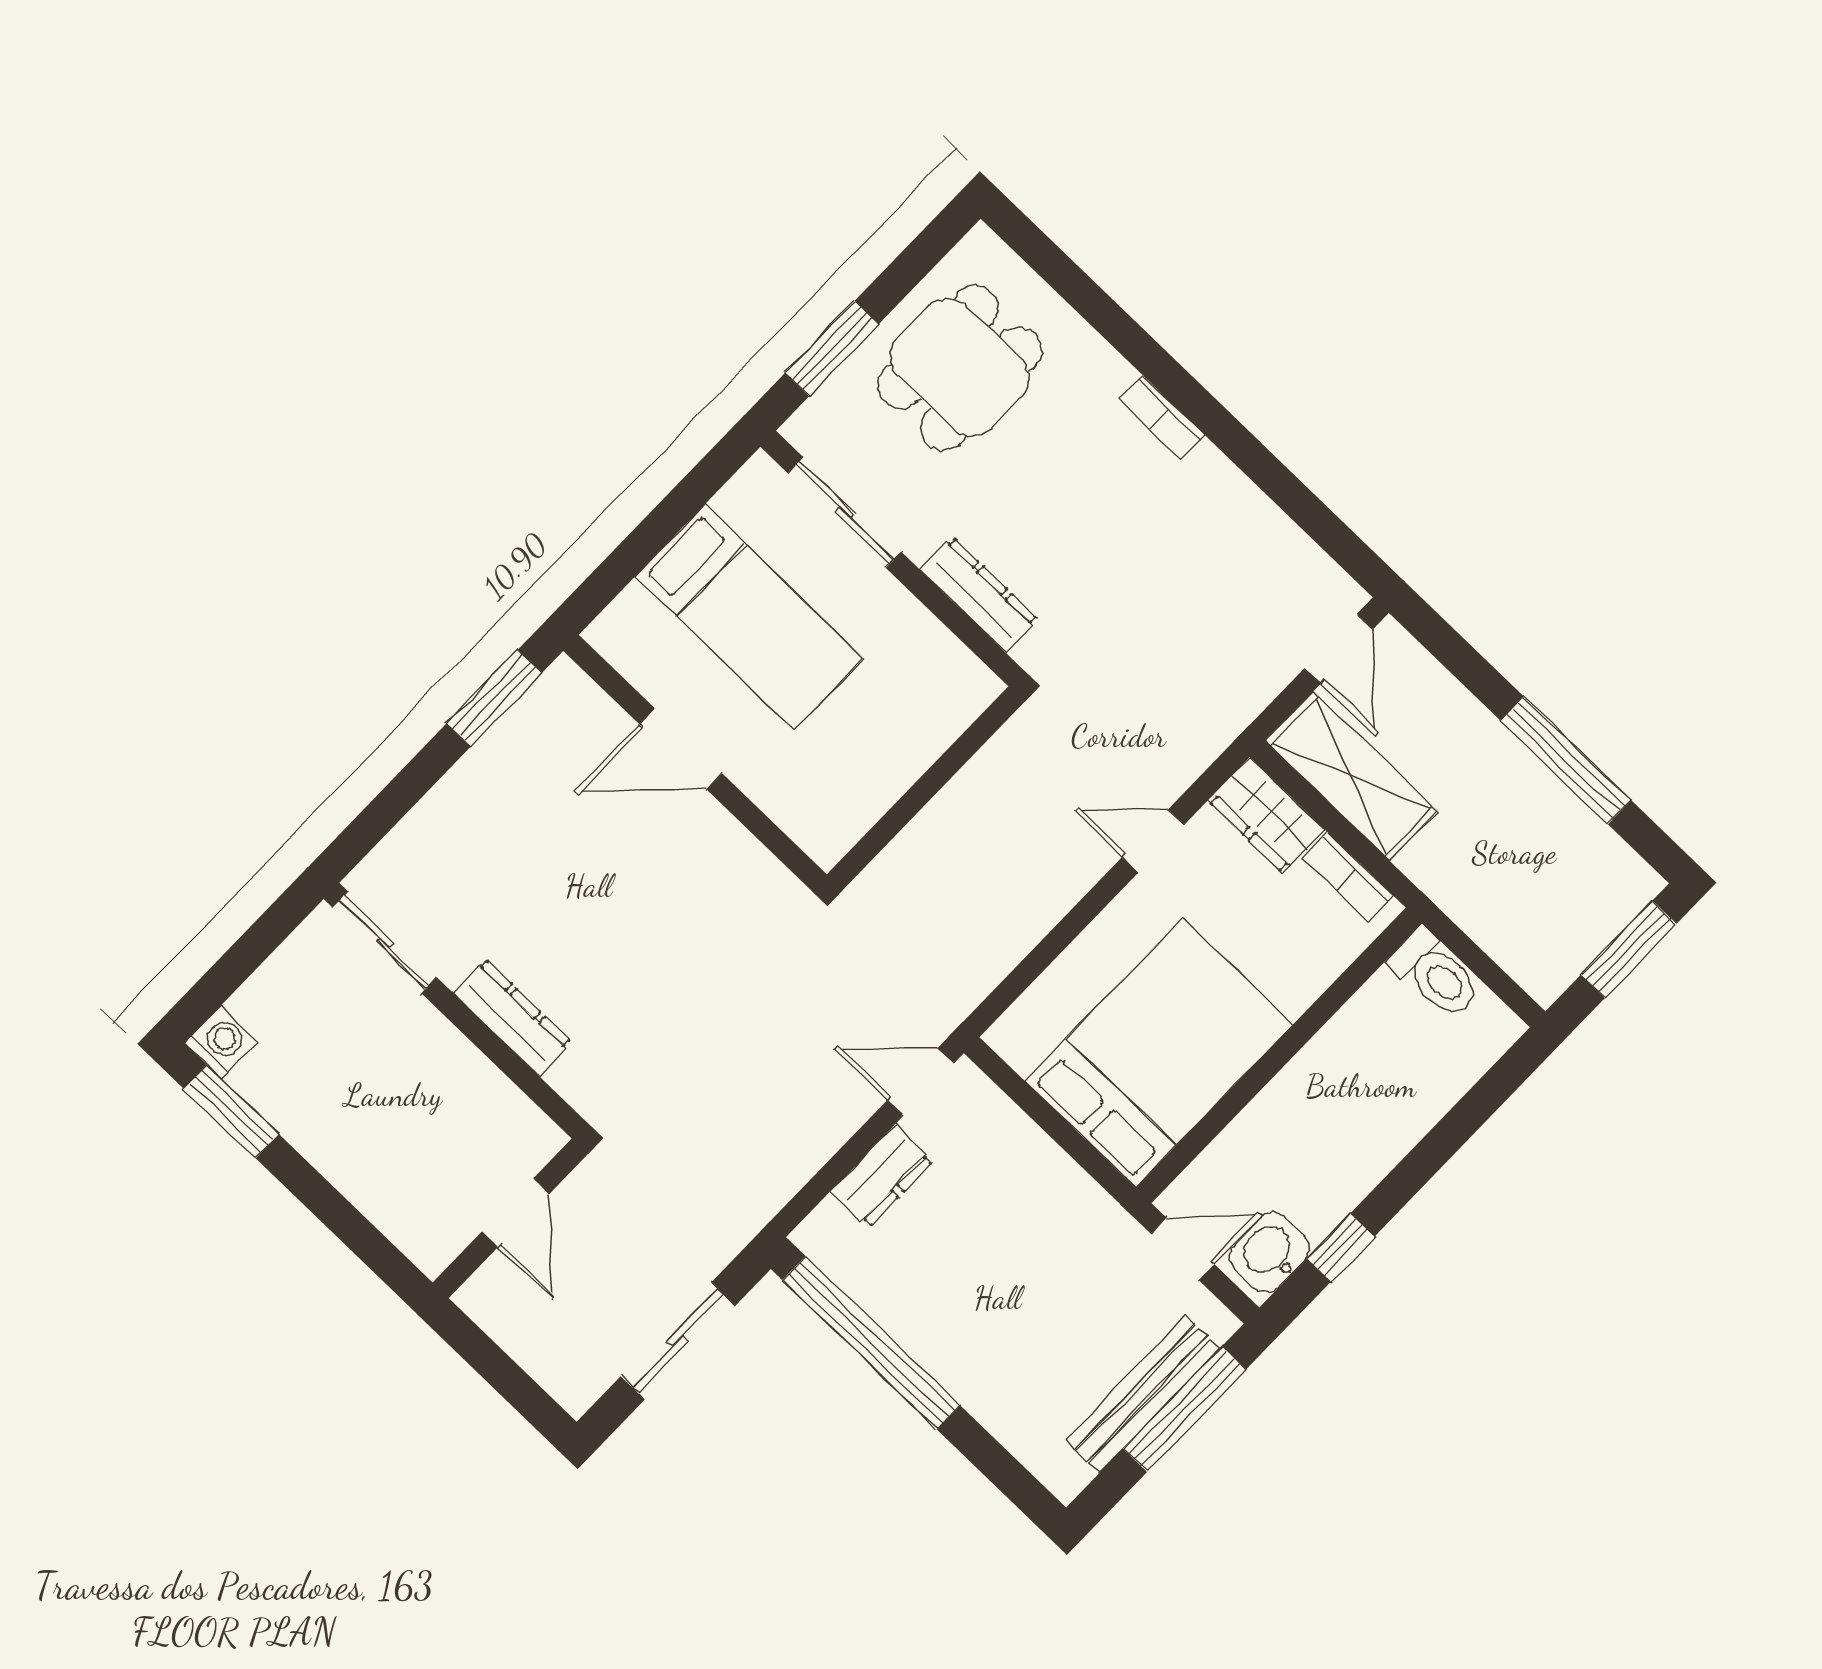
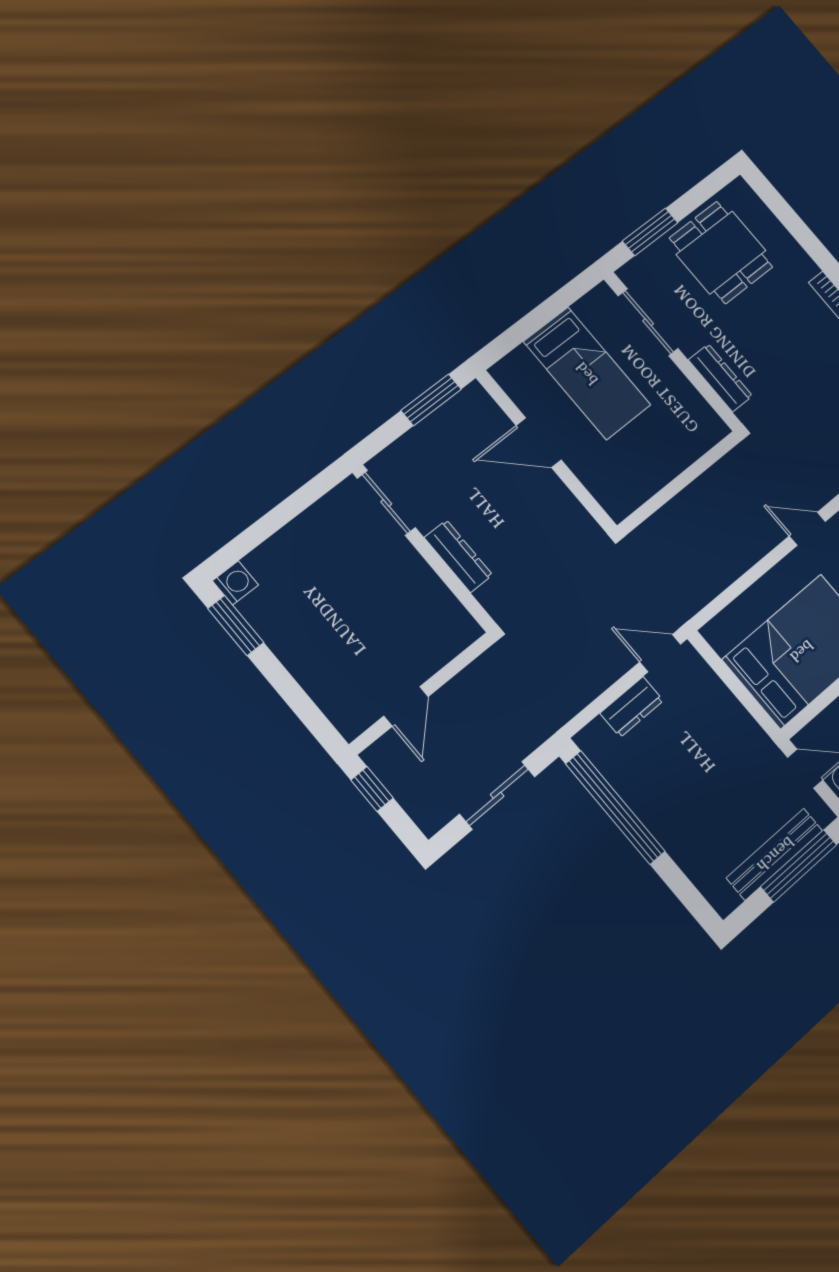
dining table: (960, 368) -> (721, 252), turned 90
sliding door: (385, 942) -> (386, 503), moved
wall: (455, 1011) -> (424, 548), moved
dresser: (512, 1017) -> (458, 556), moved
window: (478, 1350) -> (372, 789), added

